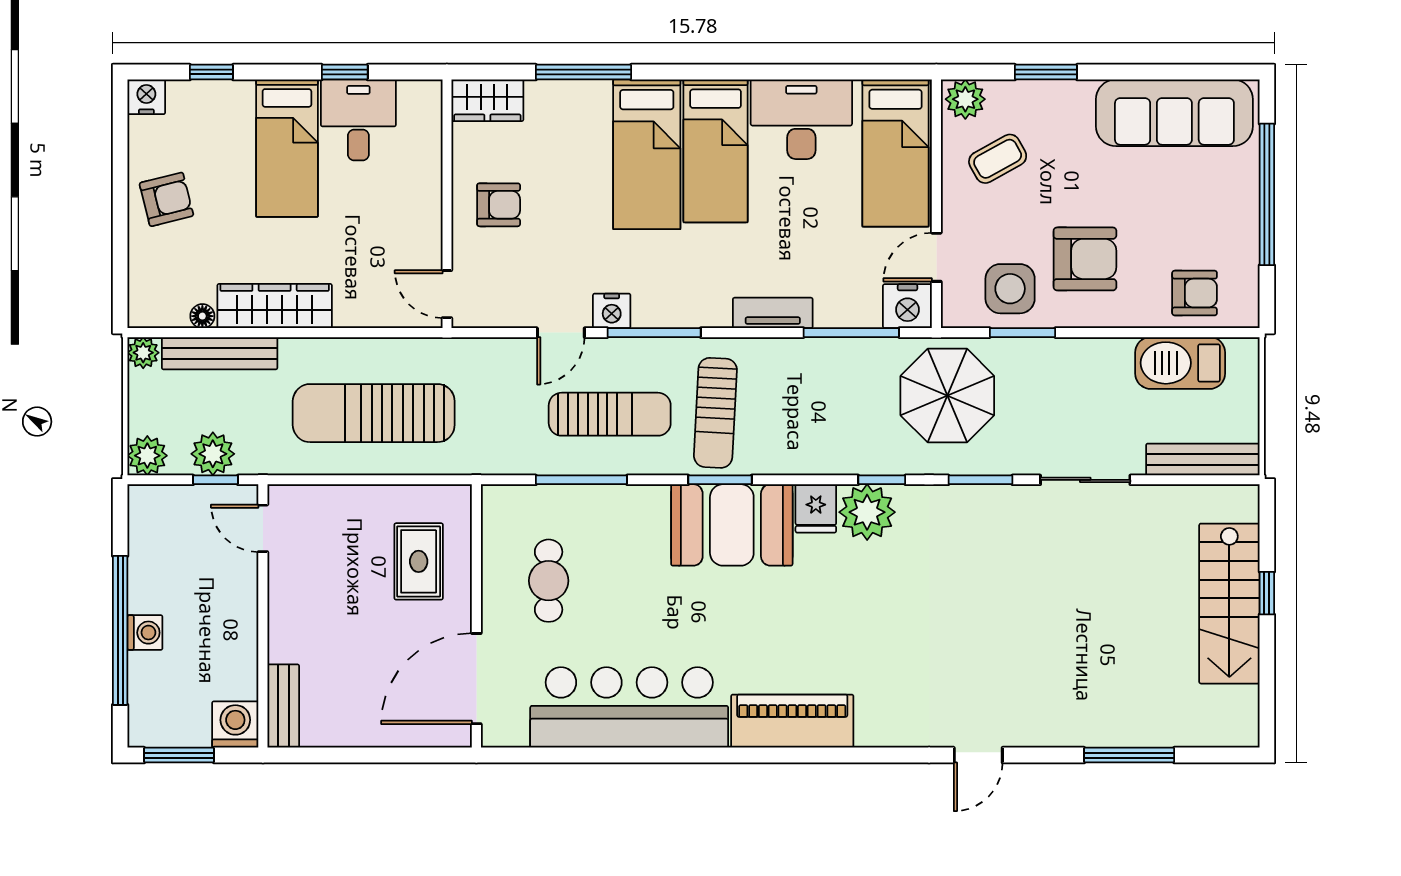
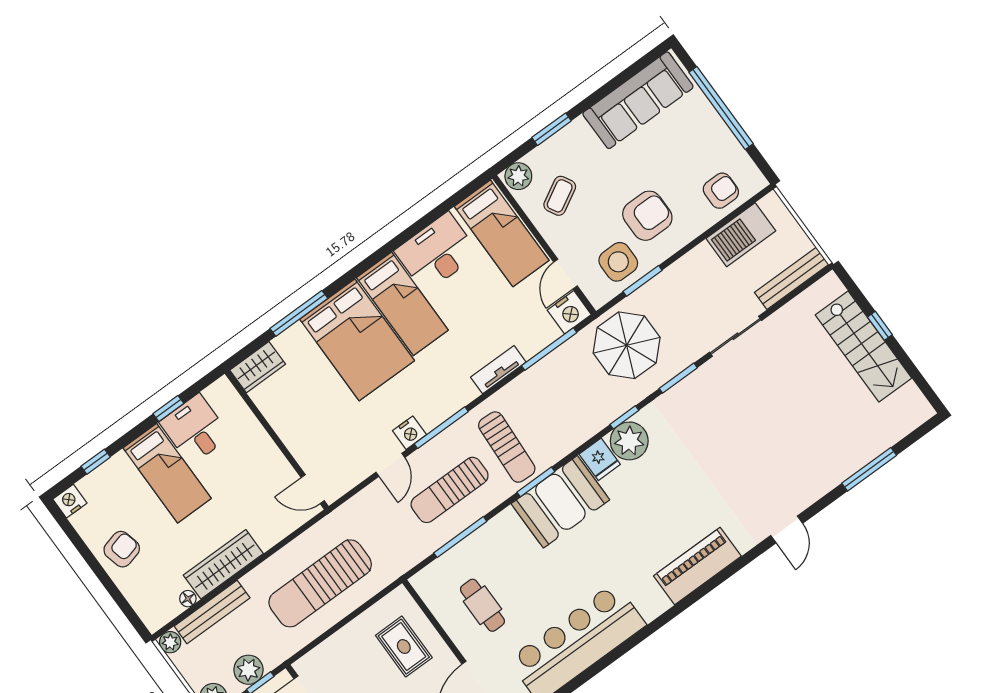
bed: (647, 154) -> (357, 340), width x1.50
armchair: (499, 205) -> (305, 420), removed
sun lounger: (610, 414) -> (450, 490), turned 180
piano: (792, 721) -> (697, 566), moved

